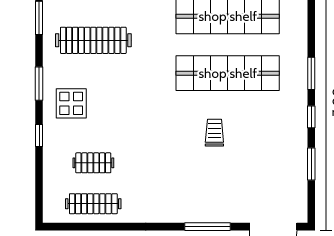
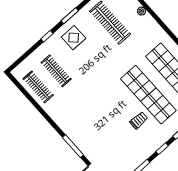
trolley: (214, 133) -> (139, 120), moved
clothes rail: (93, 163) -> (56, 71), width x1.36

